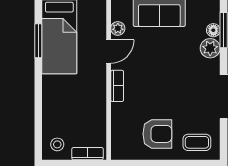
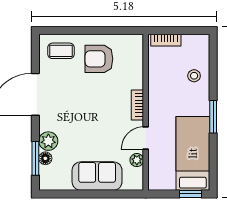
window: (38, 41) -> (213, 117), moved
stool: (57, 144) -> (194, 76), moved

